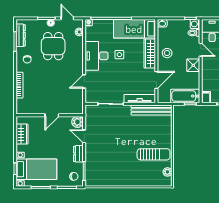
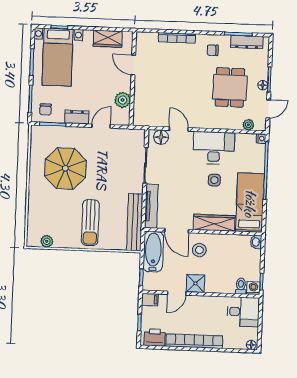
dining table: (53, 46) -> (230, 87), turned 90
door: (201, 50) -> (177, 293), moved
stool: (167, 53) -> (199, 250), moved
floor lamp: (90, 94) -> (161, 137), added
bathtub: (185, 96) -> (153, 252), moved
door: (52, 115) -> (133, 65), moved
plant: (78, 122) -> (123, 100), moved
sun lounger: (154, 154) -> (90, 223), moved
parasol: (115, 161) -> (65, 168), added

